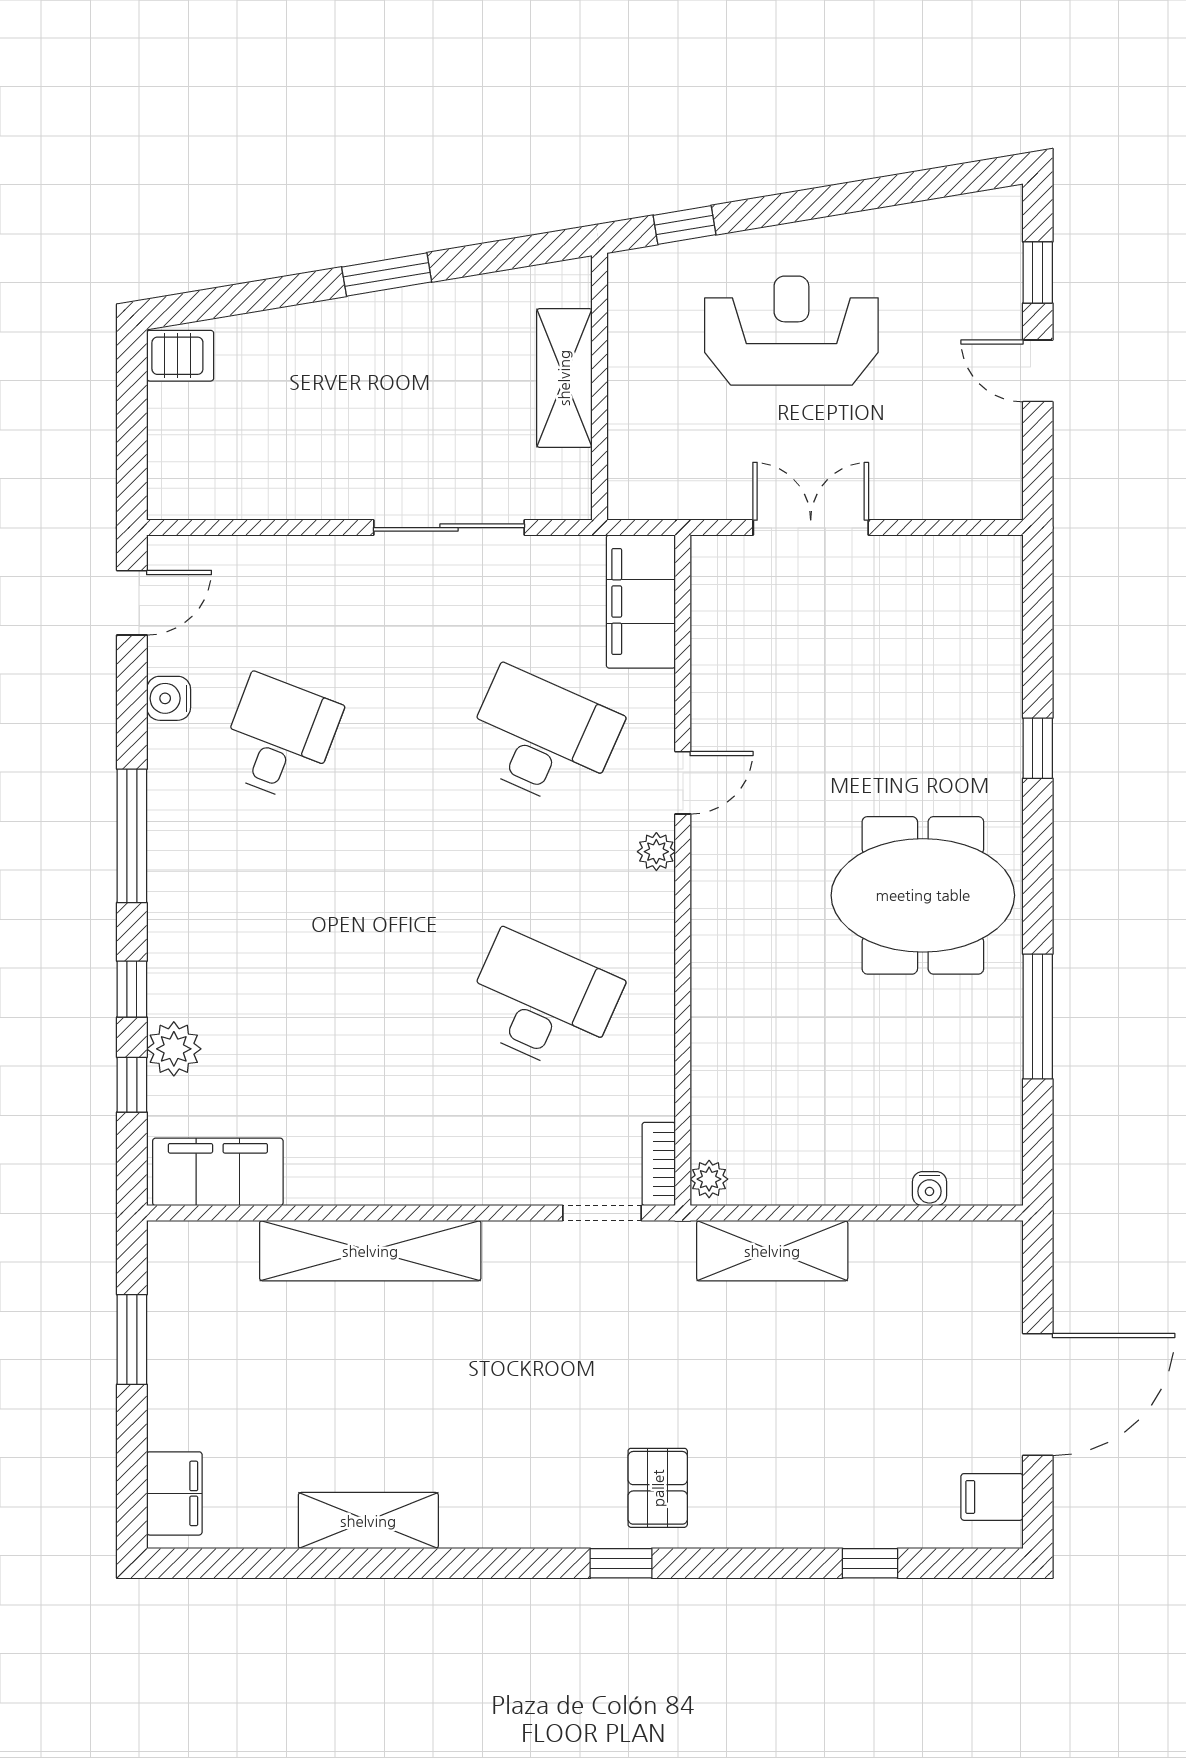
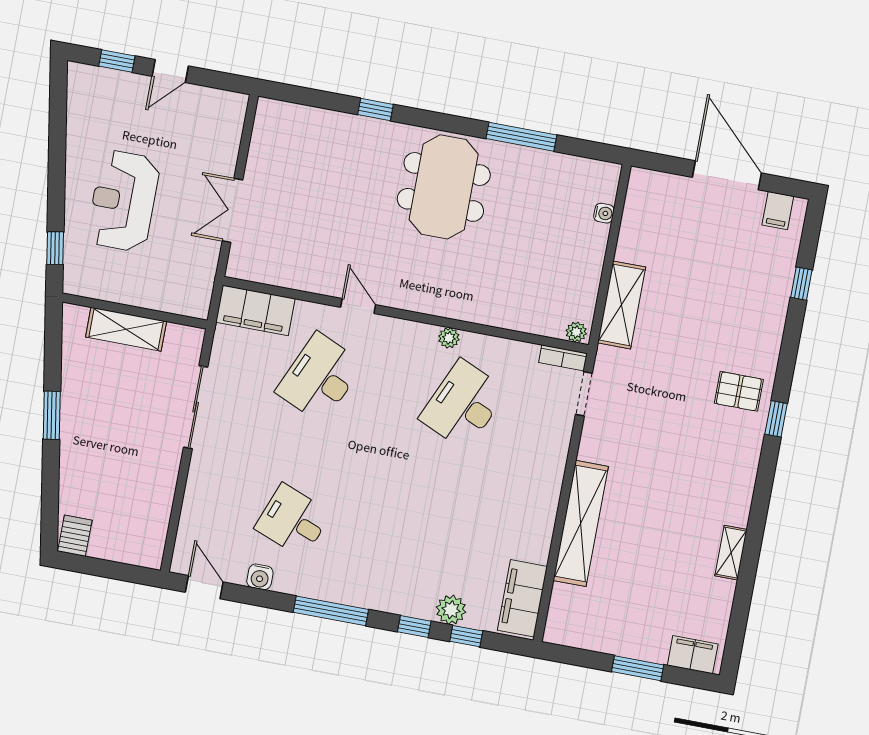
plant: (656, 852) -> (449, 338), moved
window: (132, 1339) -> (638, 668), moved
shelving: (368, 1521) -> (731, 553), width x0.67, depth x0.75

